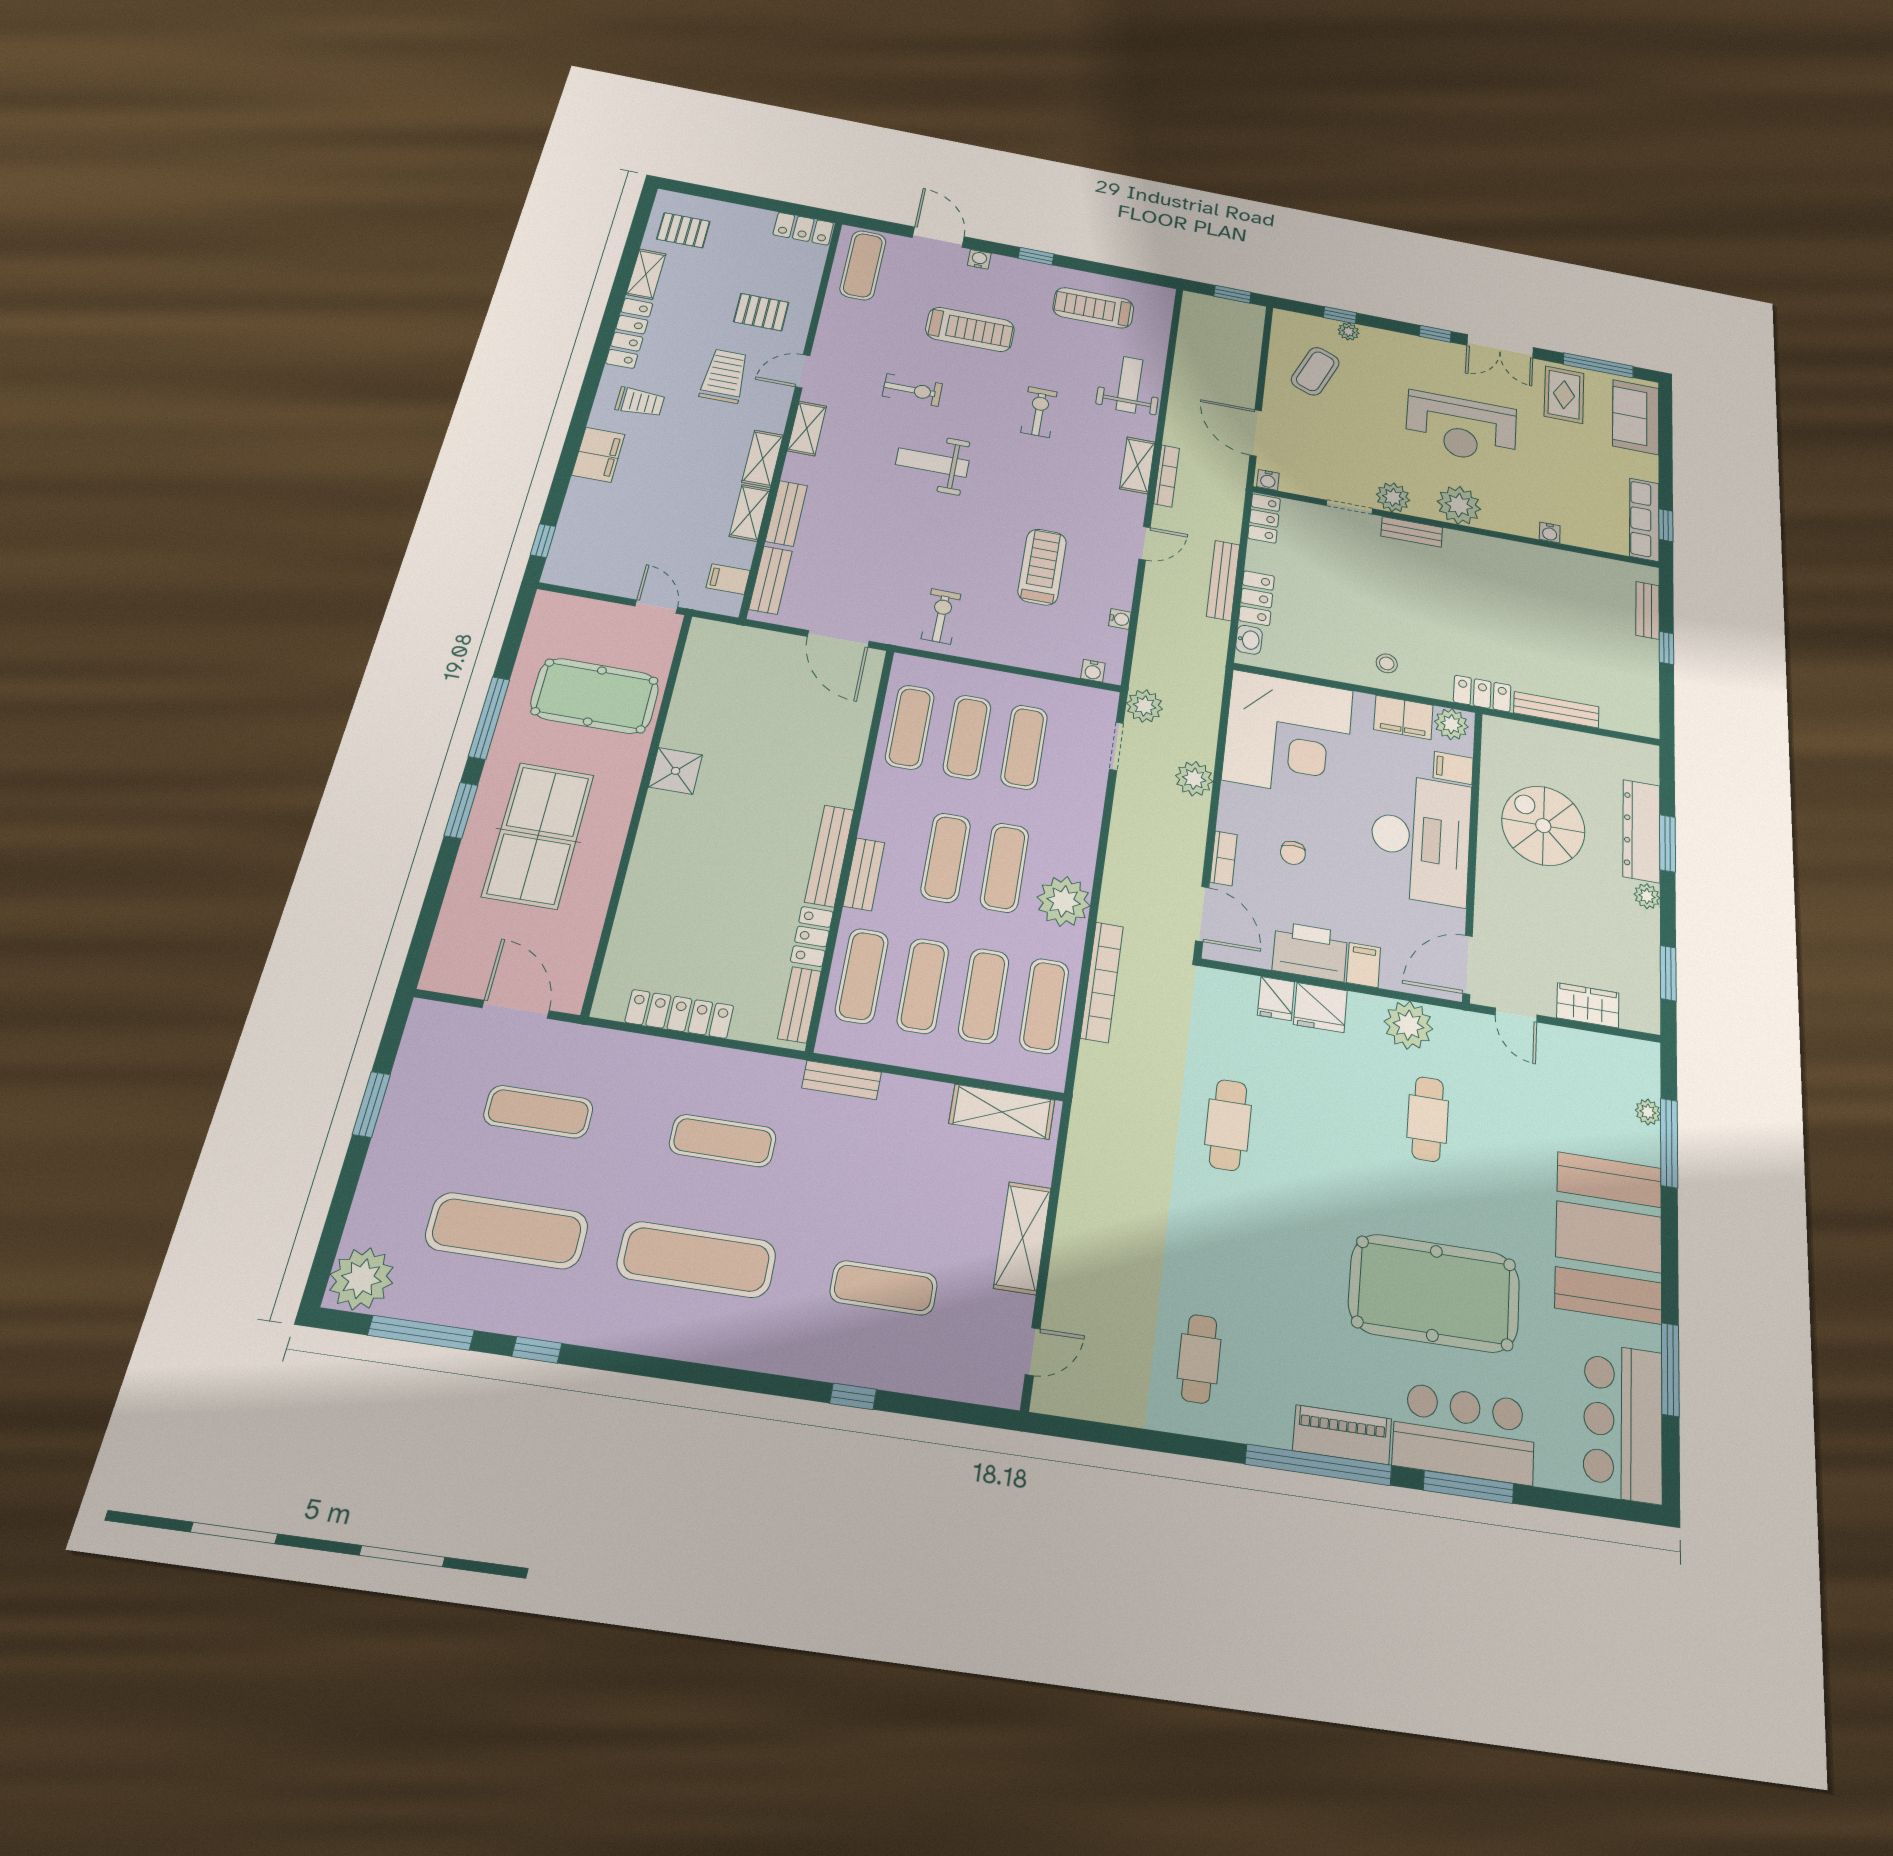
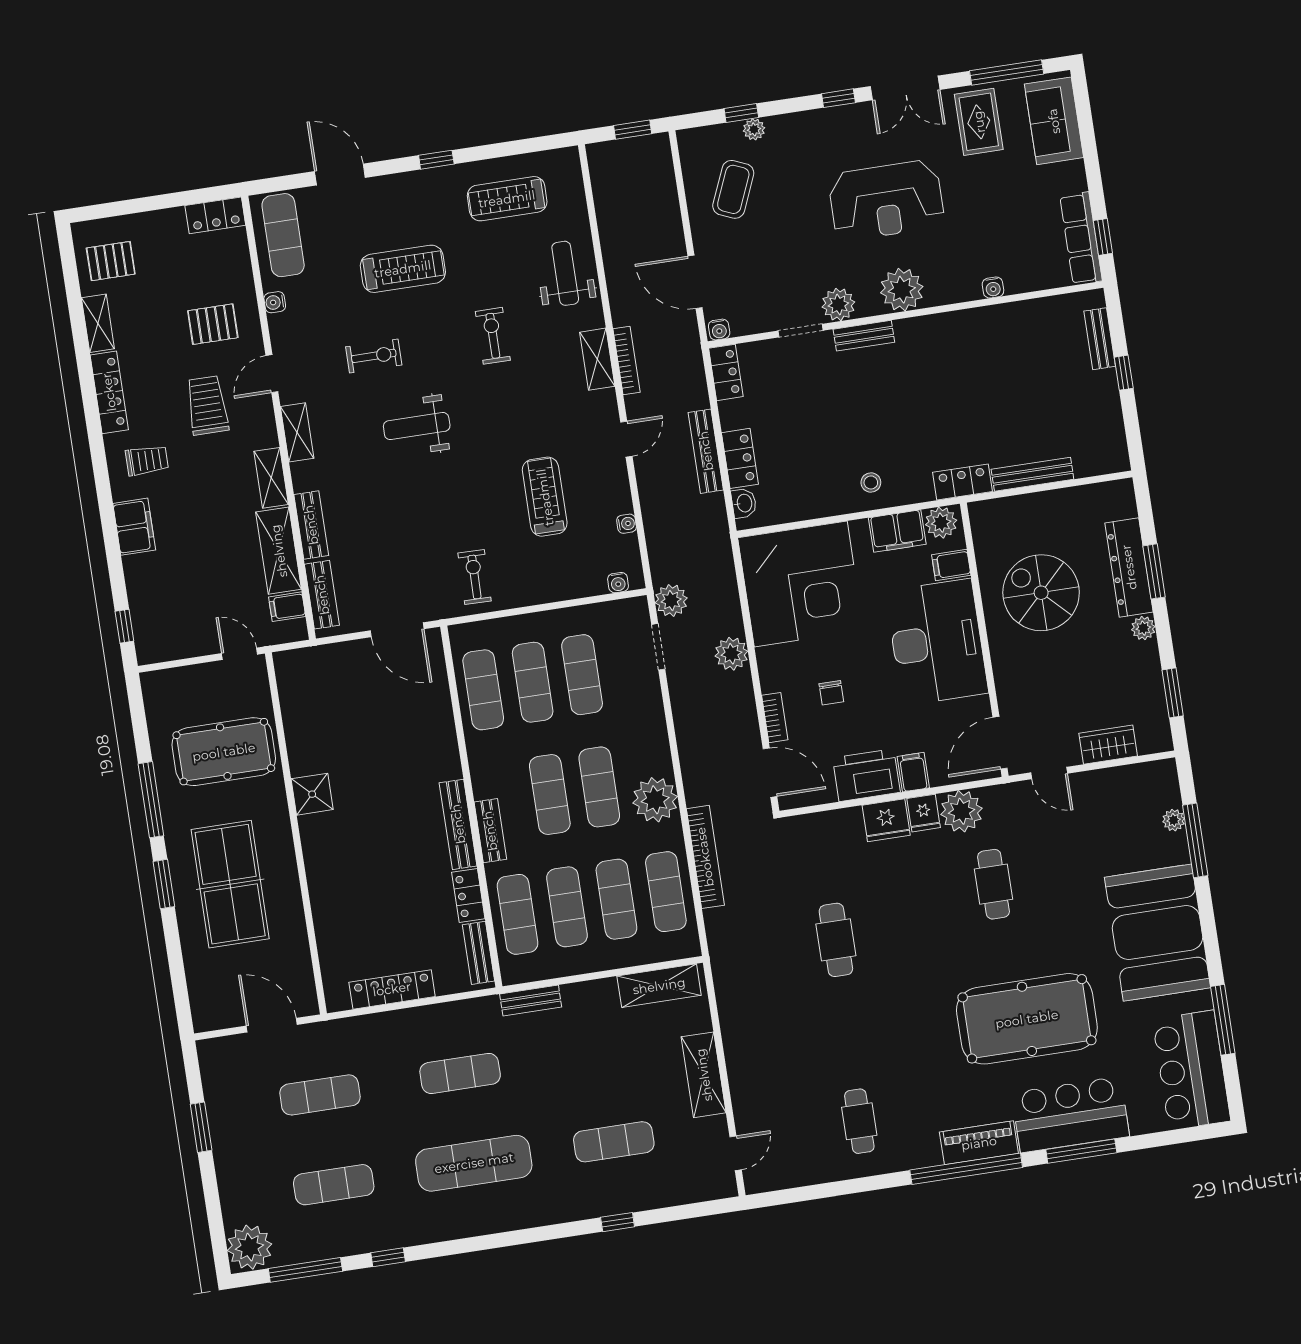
water cooler: (979, 259) -> (275, 302), moved, turned -90
shelving: (750, 513) -> (279, 551), width x1.50, depth x1.33
fridge: (1276, 998) -> (924, 813), moved
exercise mat: (507, 1231) -> (334, 1185), width x0.73, depth x0.69

